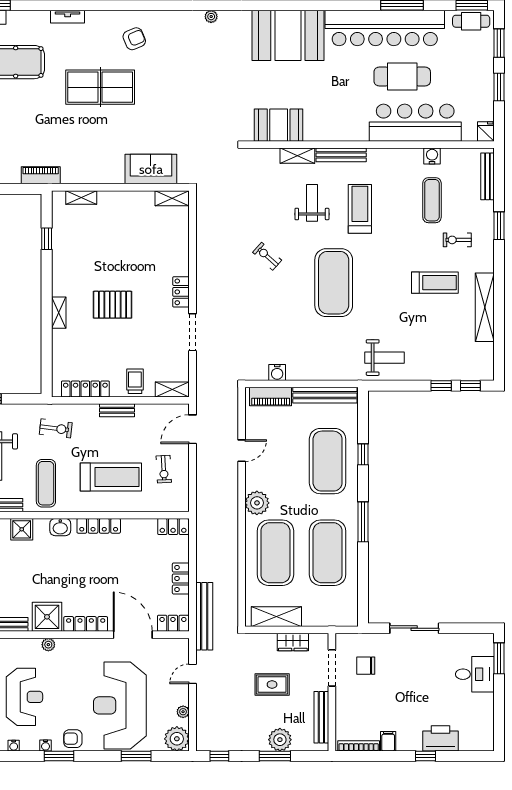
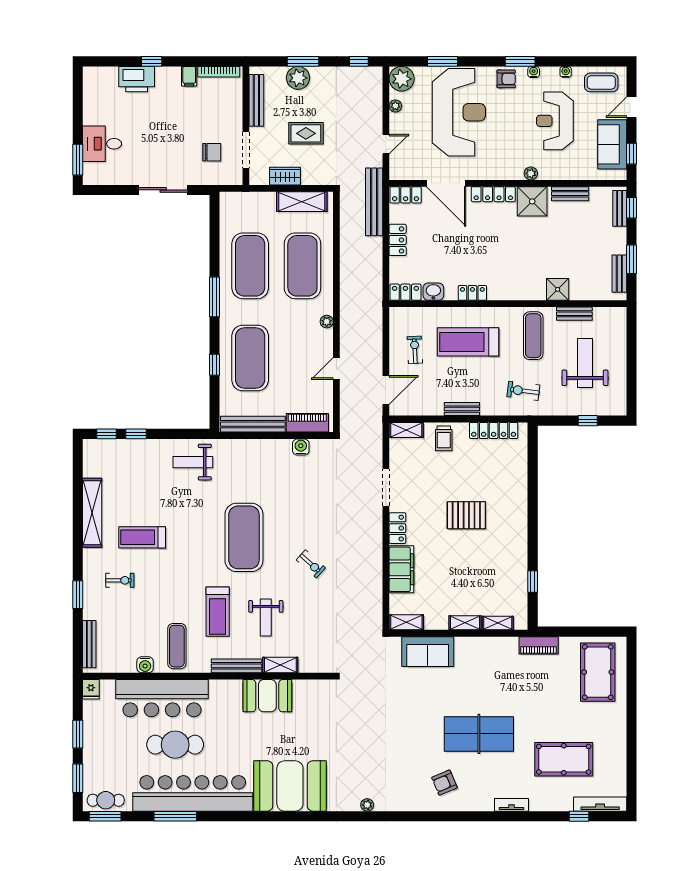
booth: (279, 125) -> (267, 696), moved
exercise mat: (432, 200) -> (177, 646), moved
filing cabinet: (177, 251) -> (401, 569), added
shelving: (59, 313) -> (465, 623), moved, turned 90
plant: (257, 503) -> (327, 322), width x0.53, depth x0.53
locker: (99, 526) -> (472, 293), width x0.66
washbasin: (60, 527) -> (433, 292), moved

